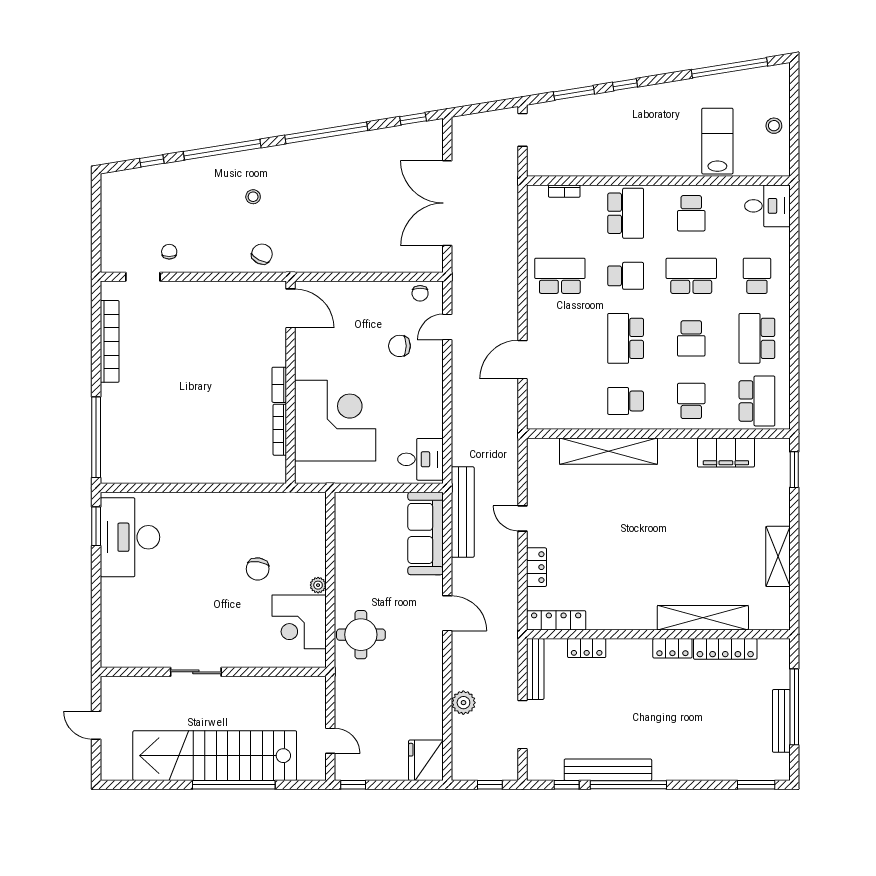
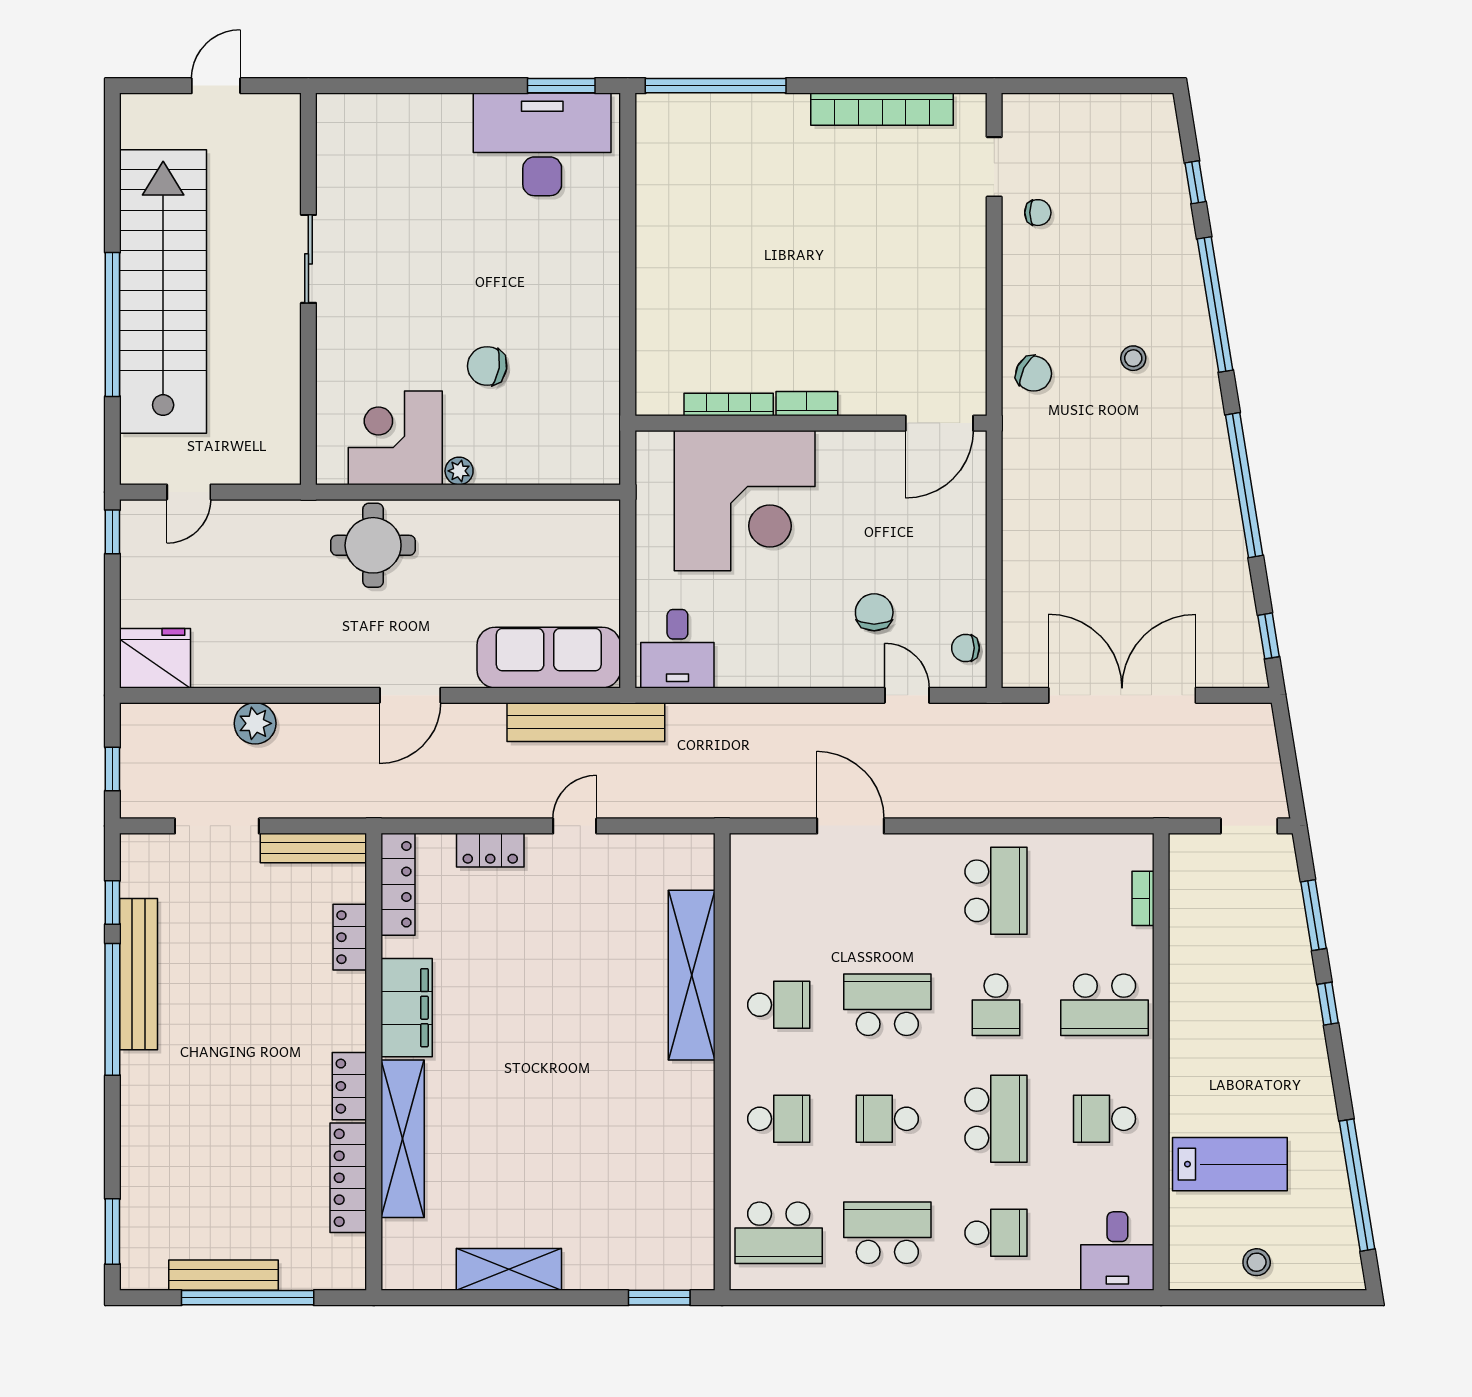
school desk: (626, 401) -> (779, 1005), turned 90
filing cabinet: (726, 452) -> (407, 1008), moved, turned 180

